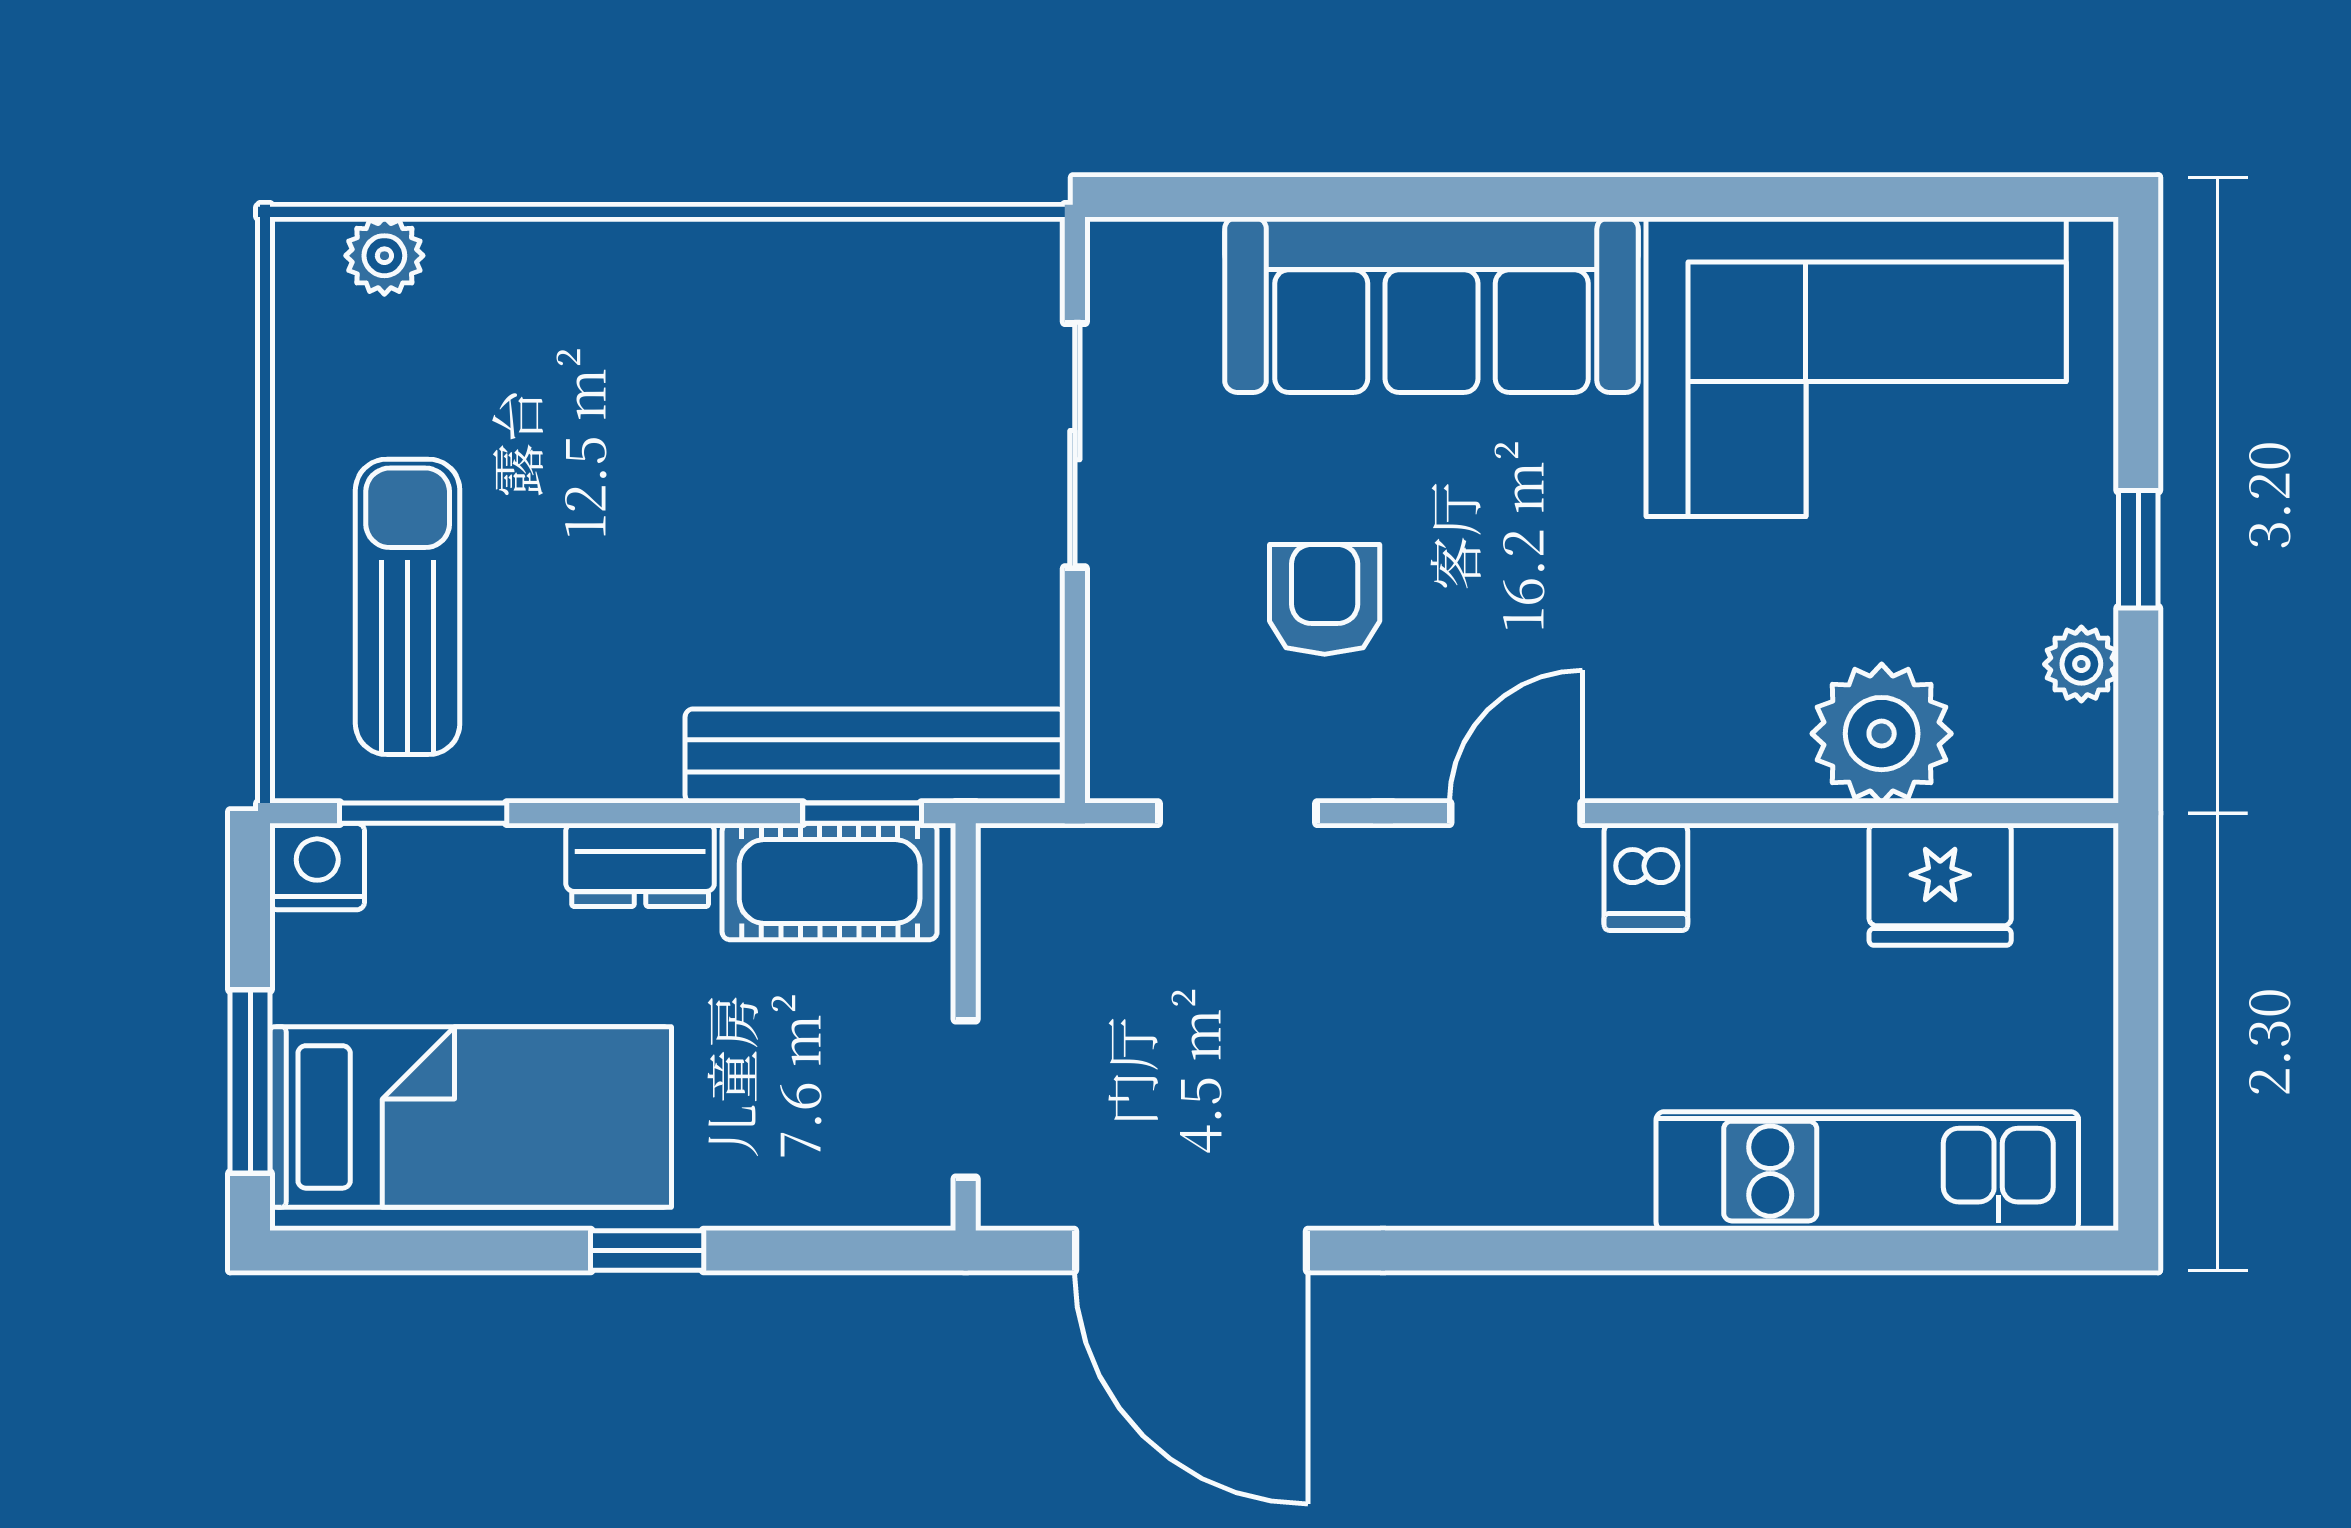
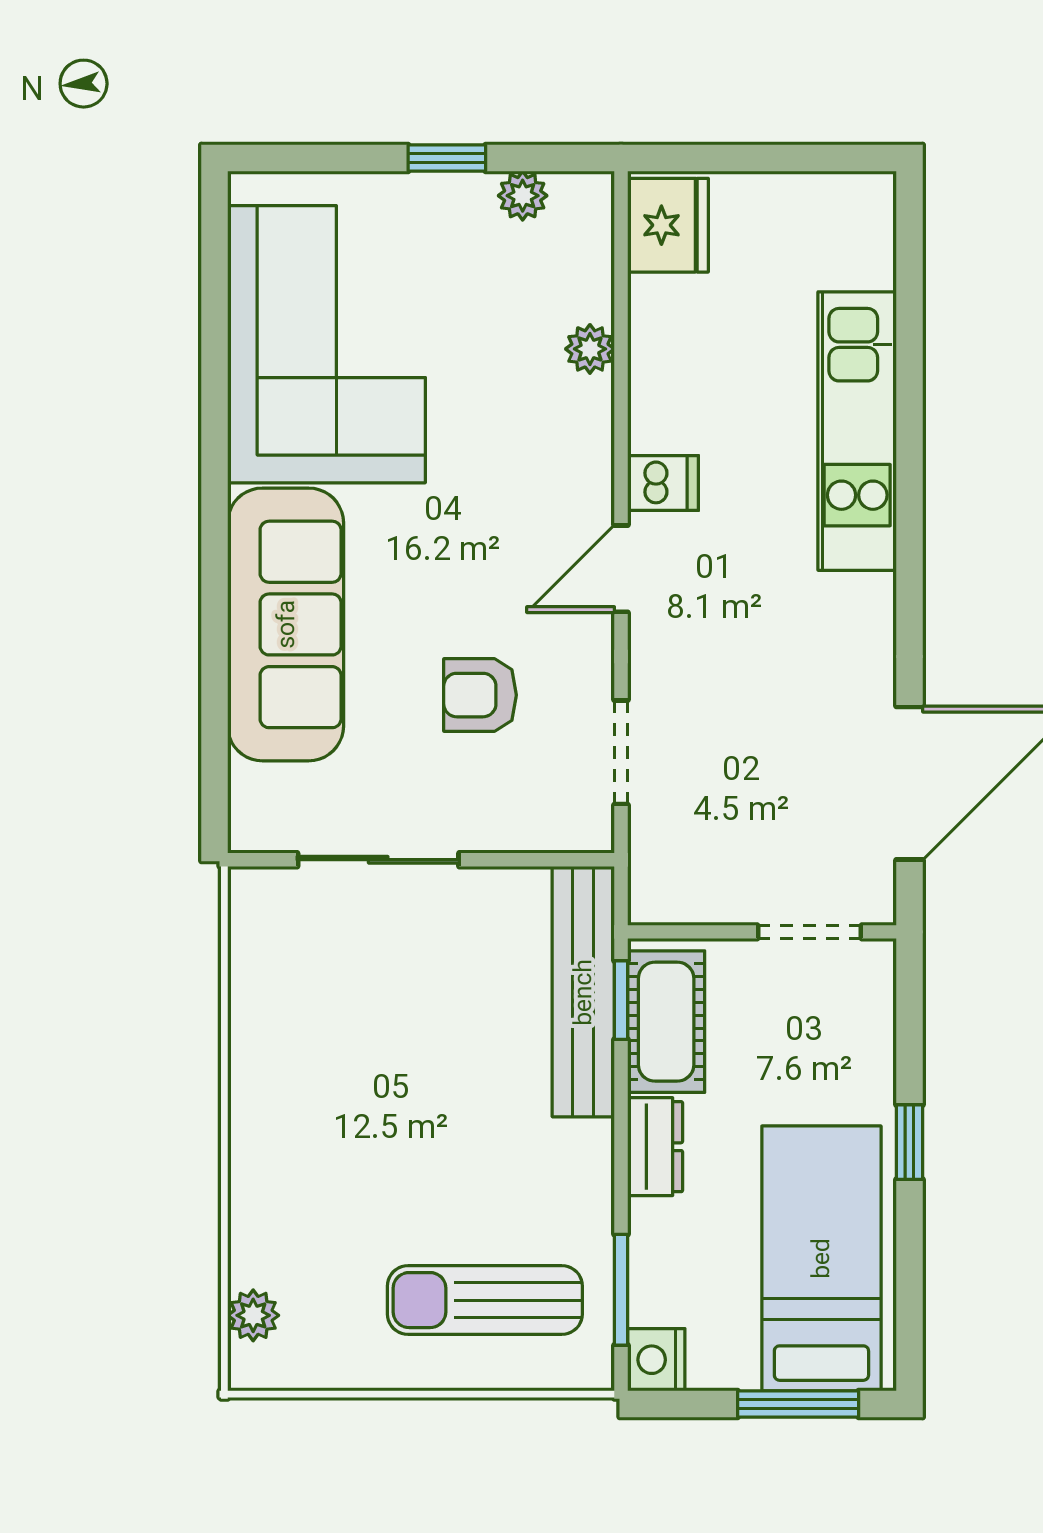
plant: (1882, 734) -> (590, 349), width x0.53, depth x0.53
door: (1516, 813) -> (621, 569), hinge flipped
fridge: (1940, 884) -> (668, 225), moved
kitchen unit: (1867, 1171) -> (857, 431), moved

